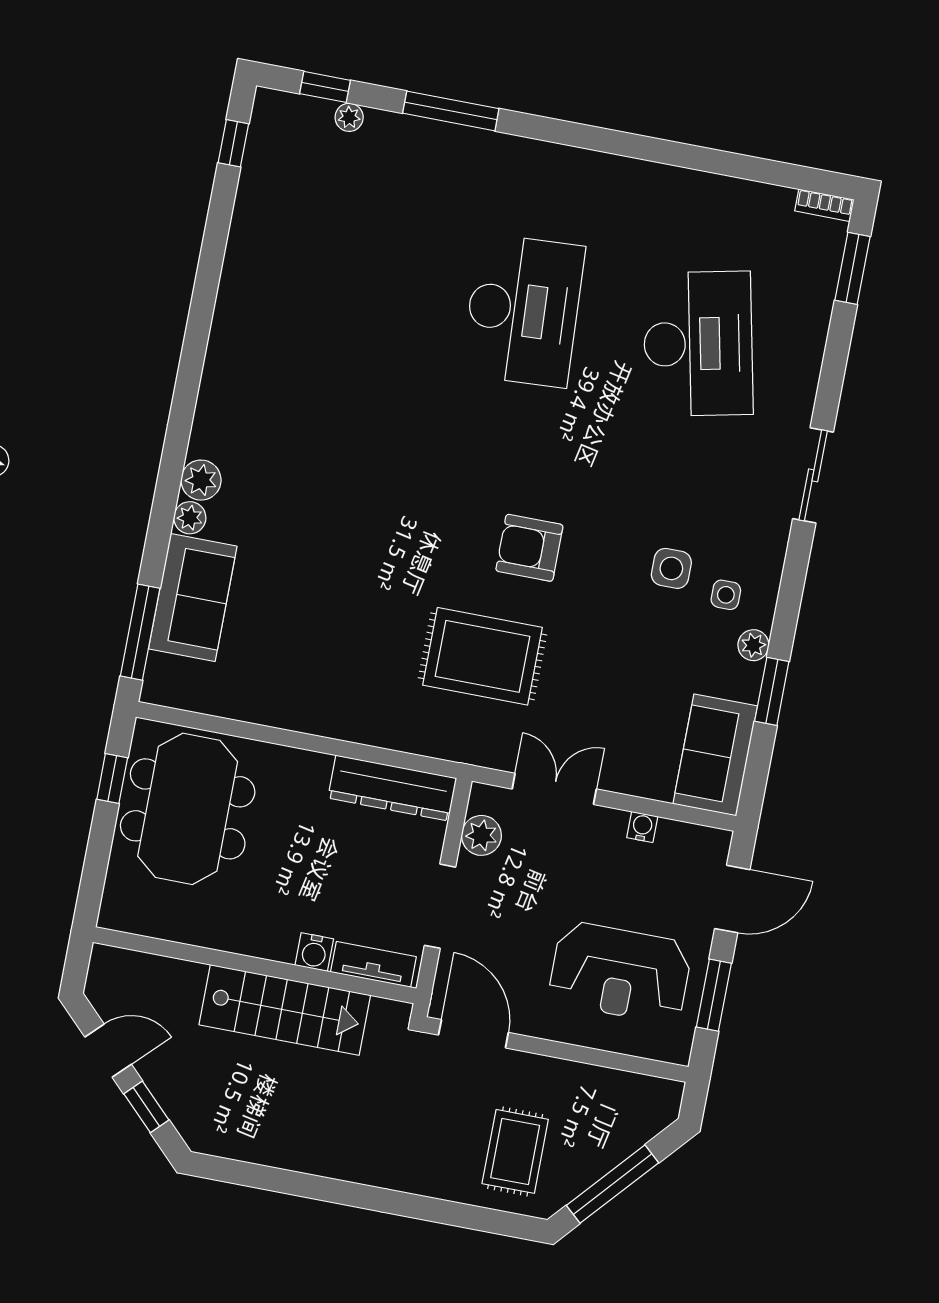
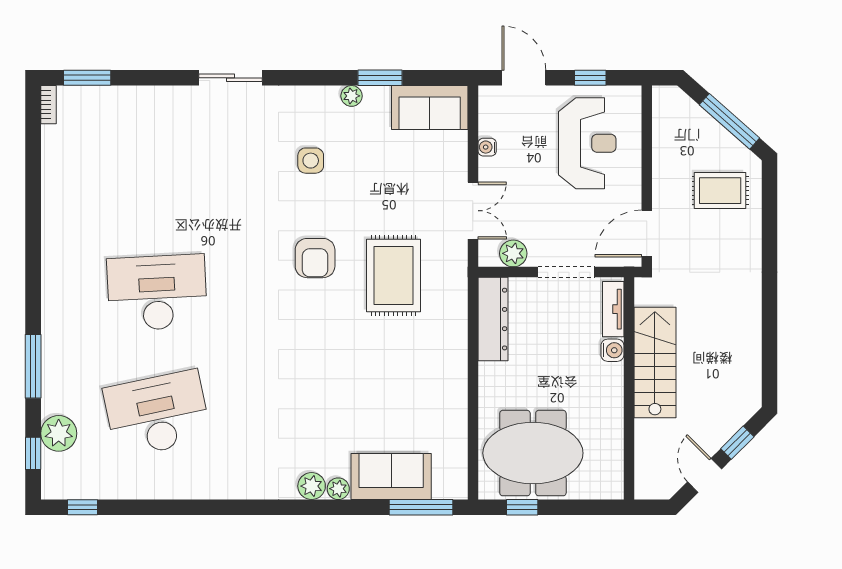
plant: (349, 117) -> (59, 433), width x1.87, depth x1.87
desk: (698, 344) -> (157, 414), moved
side table: (726, 595) -> (321, 121), removed
double door: (554, 789) -> (473, 211), swing flipped
window: (714, 995) -> (590, 78), width x0.67

